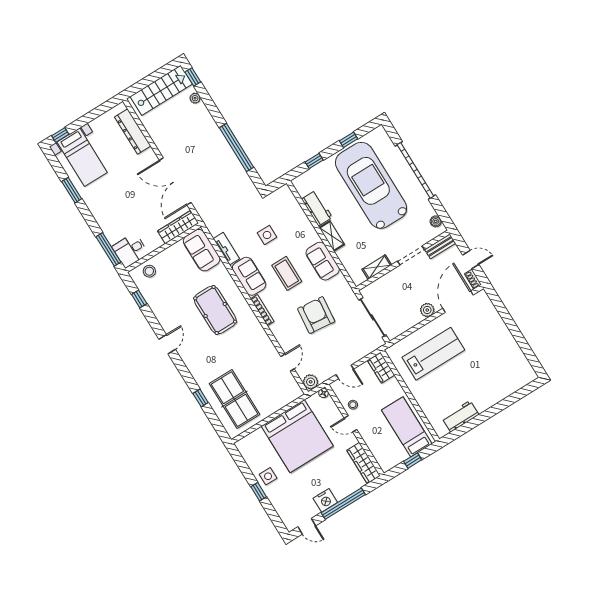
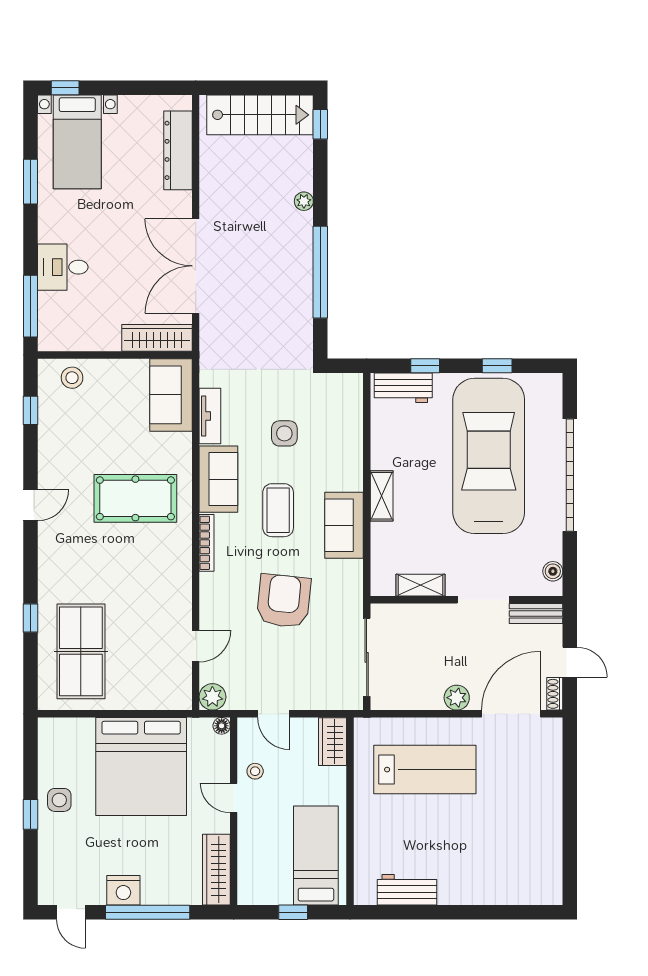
plant: (195, 98) -> (304, 201), moved
workbench: (317, 208) -> (403, 388), moved, turned 90
desk: (130, 250) -> (63, 267), moved
pool table: (215, 310) -> (135, 498), turned 90

